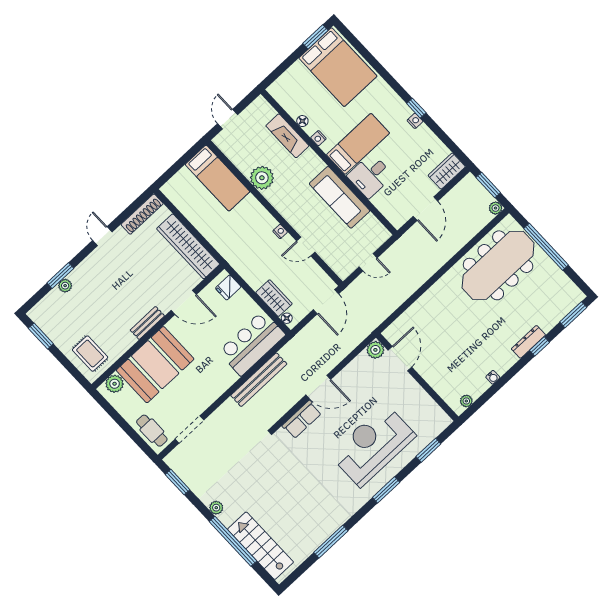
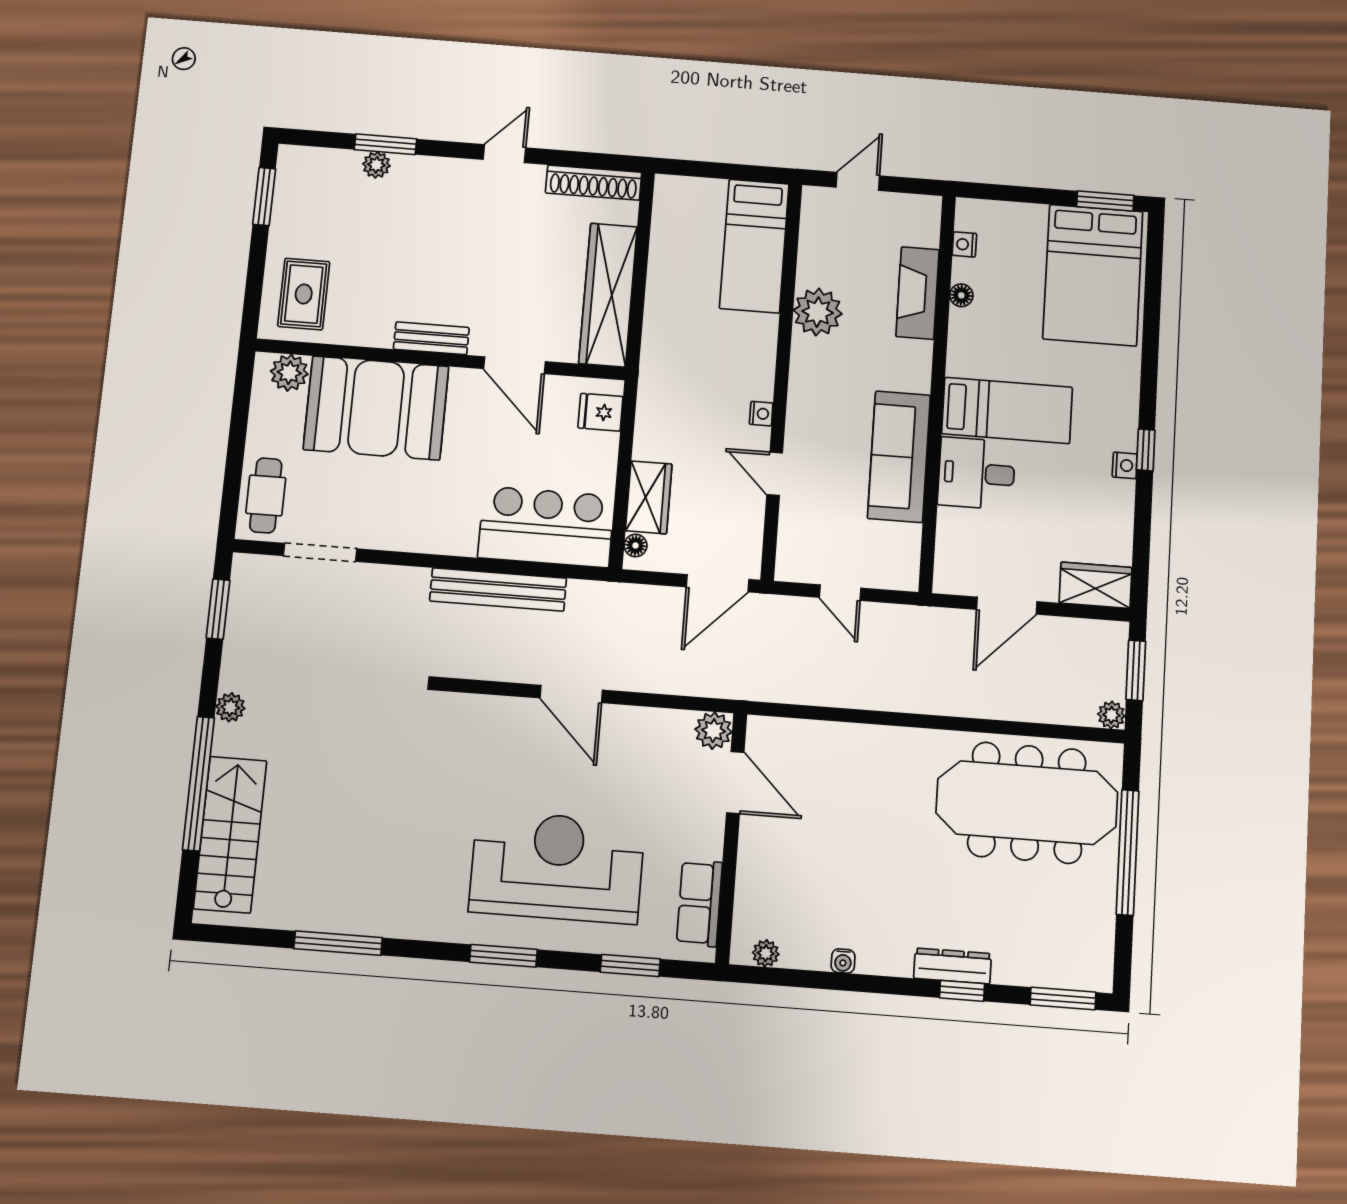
nightstand: (318, 138) -> (964, 244), moved
door: (400, 359) -> (735, 783), hinge flipped
row of seats: (302, 419) -> (699, 903), moved, turned 90

